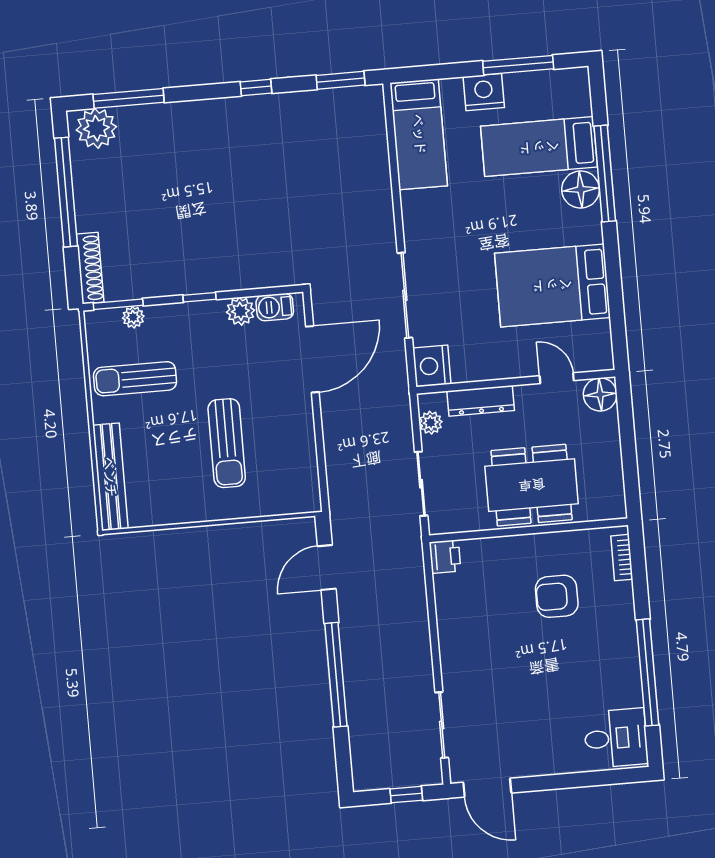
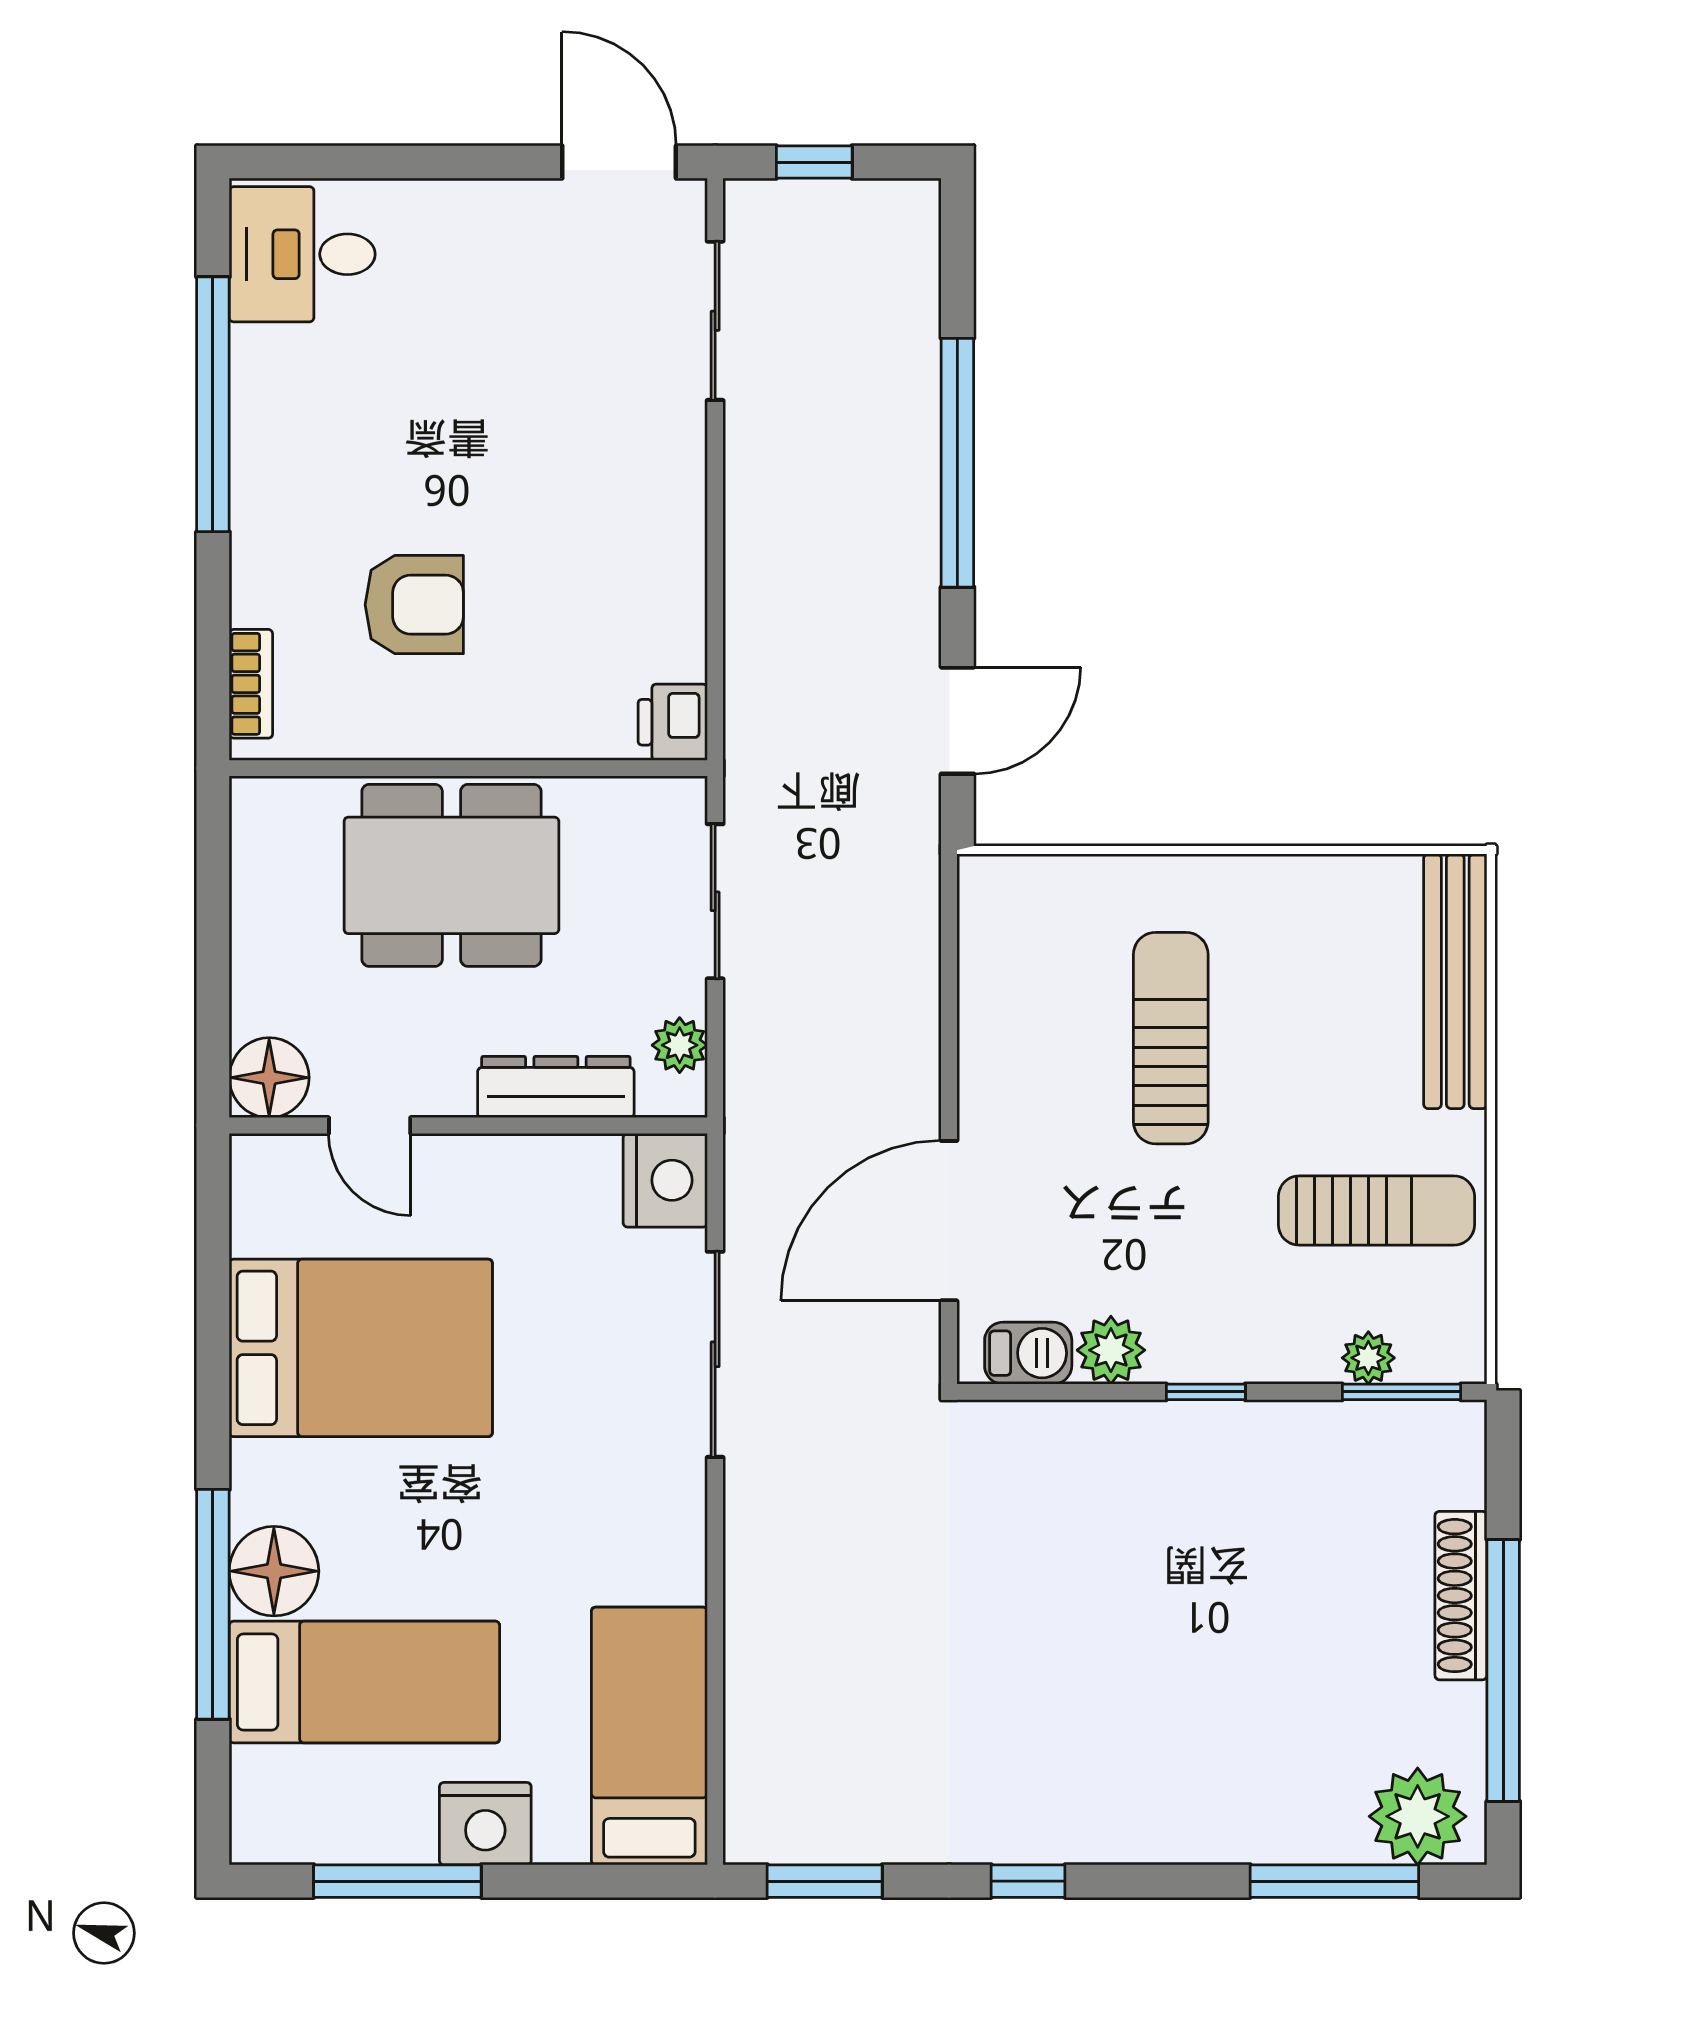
shoe rack: (90, 268) -> (1461, 1596), moved

